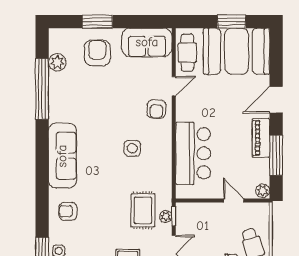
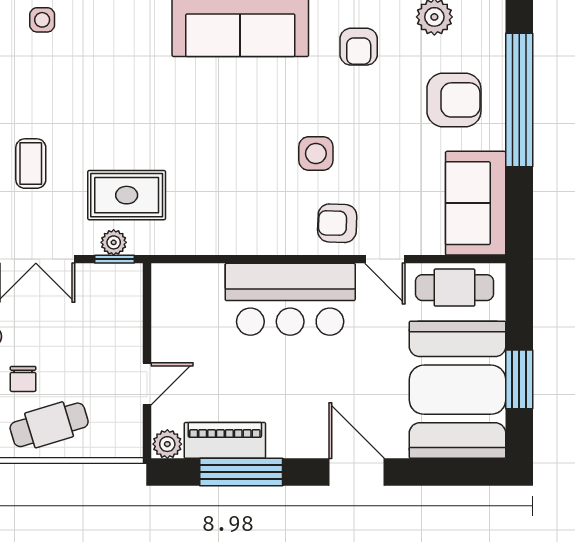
window: (97, 22) -> (519, 100), width x2.11
piano: (261, 138) -> (225, 440), moved
side table: (132, 148) -> (316, 153), moved
bar counter: (193, 153) -> (290, 299), moved
armchair: (68, 211) -> (359, 47), moved, turned 180

